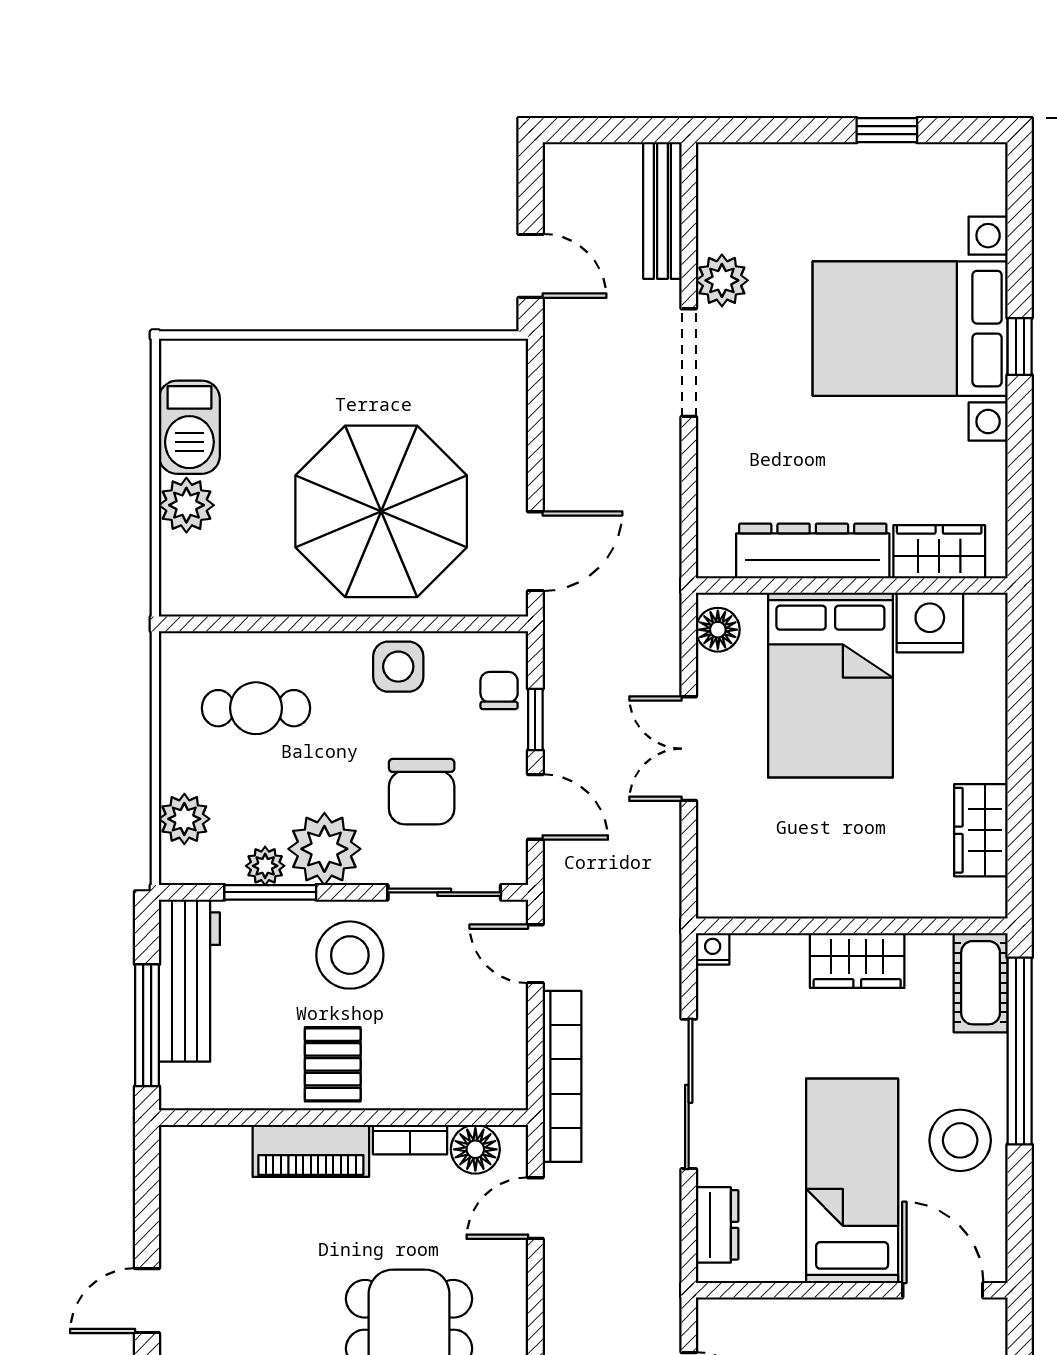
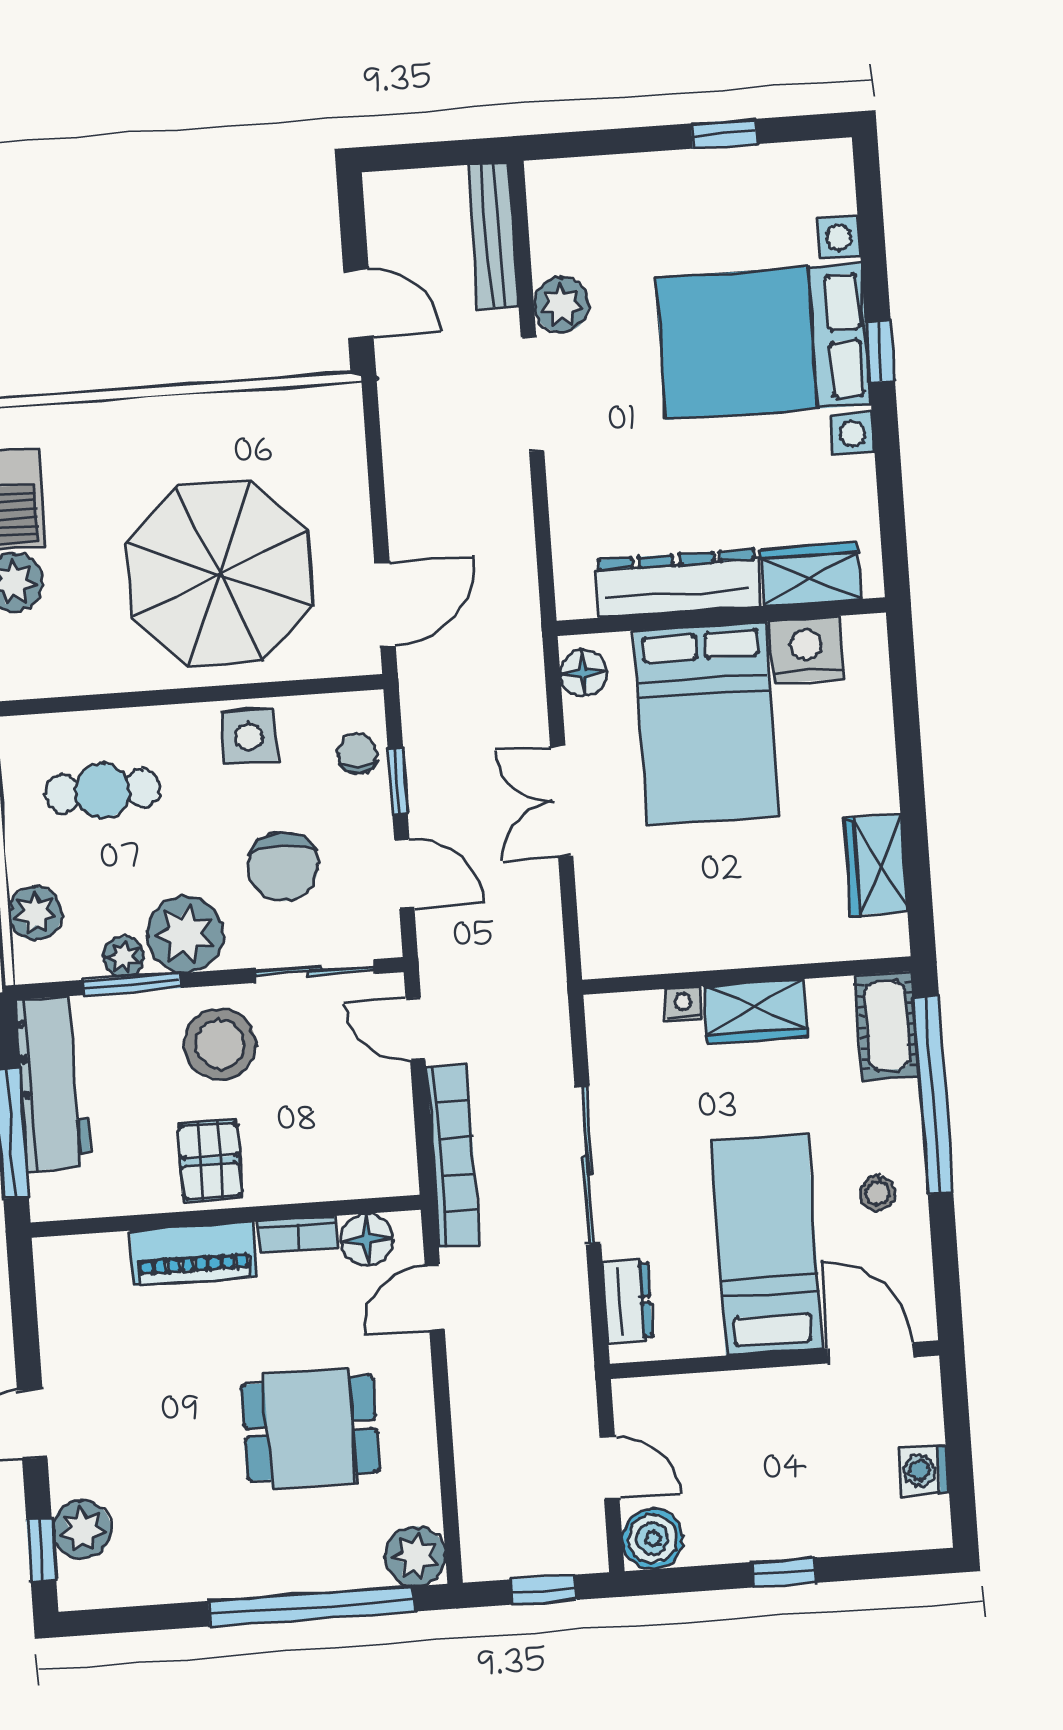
nightstand: (713, 949) -> (683, 1004), moved
stool: (960, 1140) -> (878, 1194), width x0.53, depth x0.53

